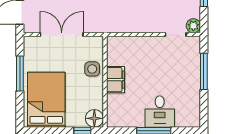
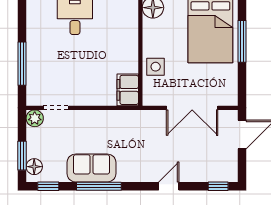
window: (20, 73) -> (242, 41), moved
filing cabinet: (116, 80) -> (128, 90), moved

